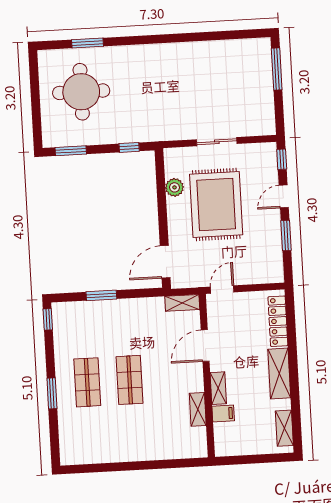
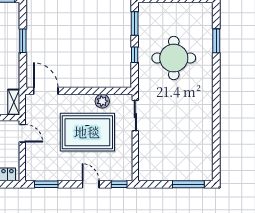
round table: (81, 92) -> (174, 58), moved
sliding door: (217, 142) -> (135, 115), moved
window: (129, 147) -> (135, 55), moved
window: (286, 236) -> (46, 184), moved

